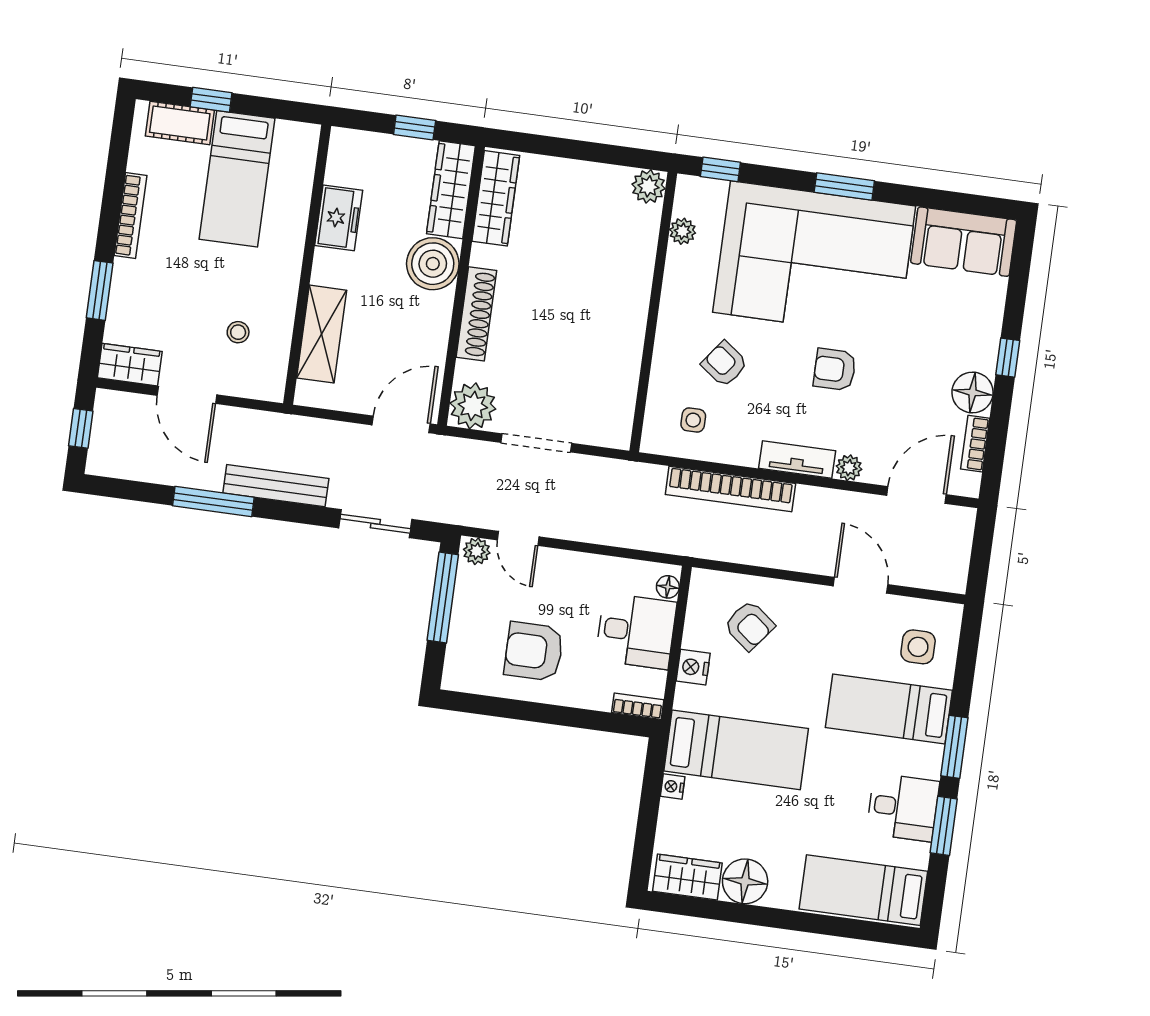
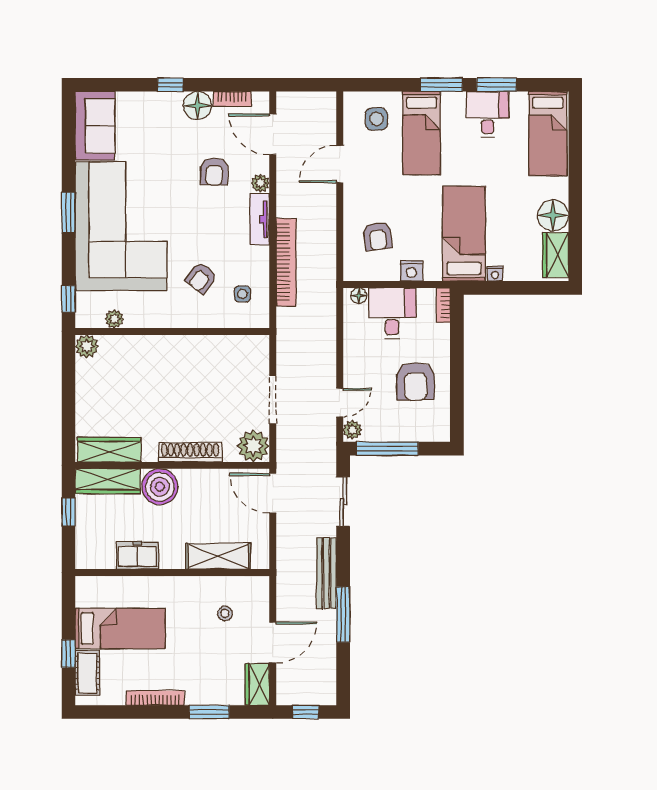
armchair: (835, 369) -> (214, 172), moved
armchair: (749, 625) -> (378, 236), turned 135

